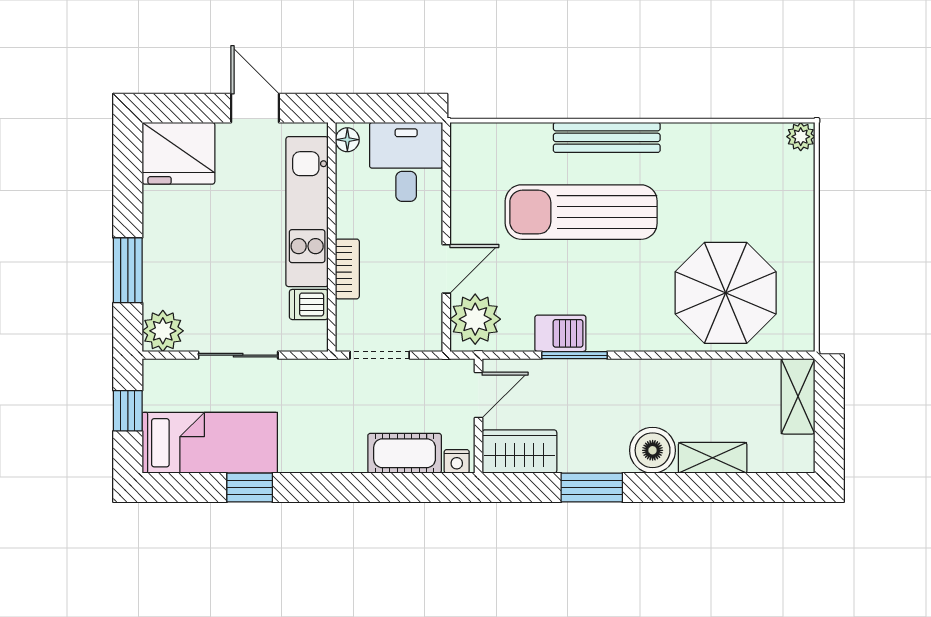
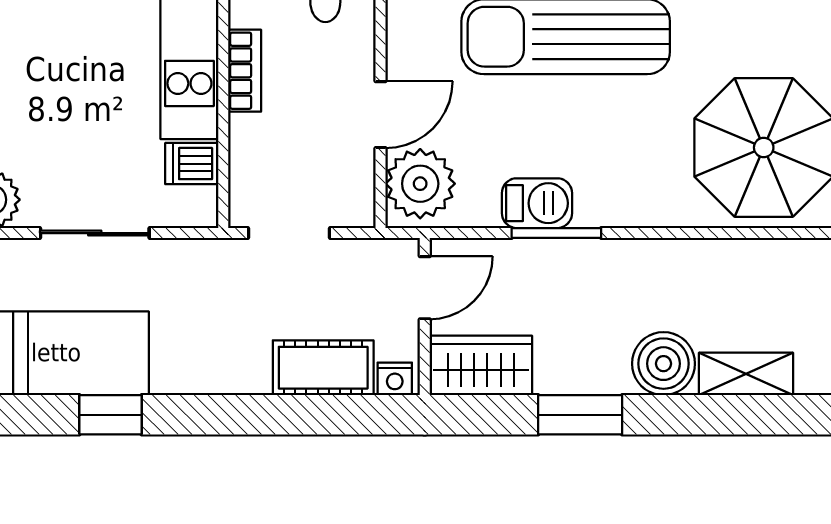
bookcase: (347, 269) -> (245, 71), moved

